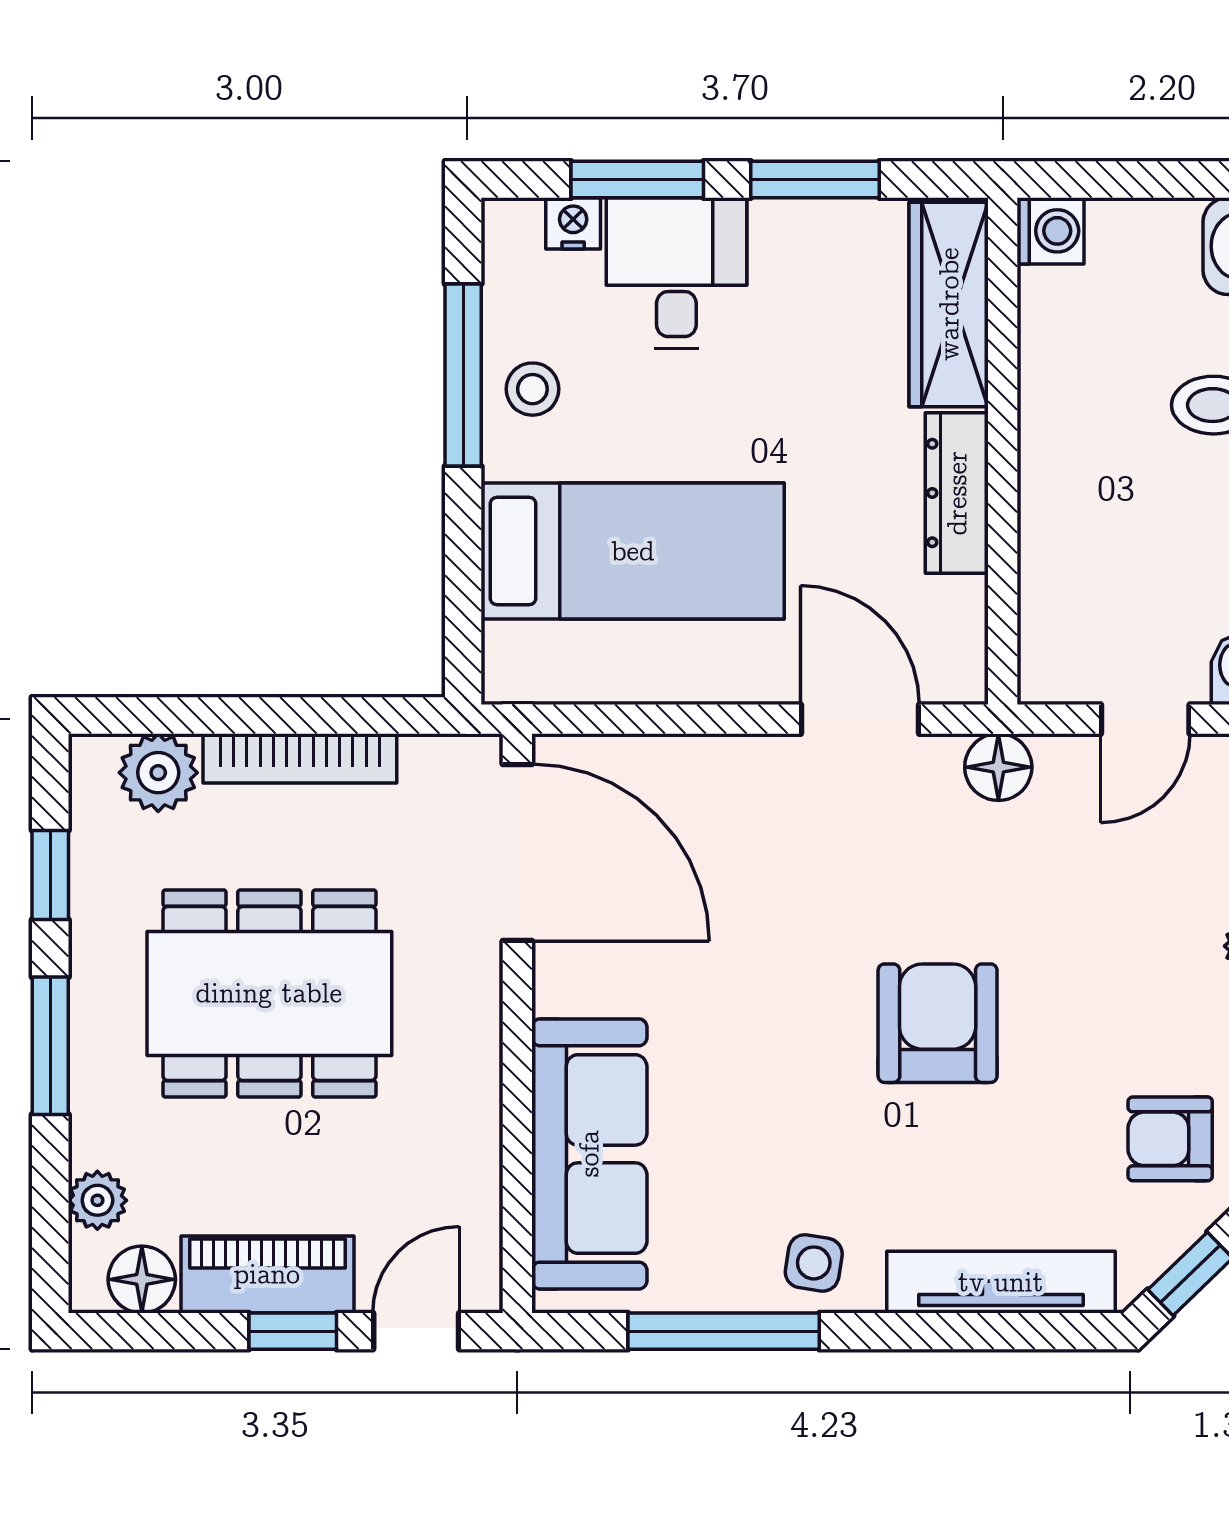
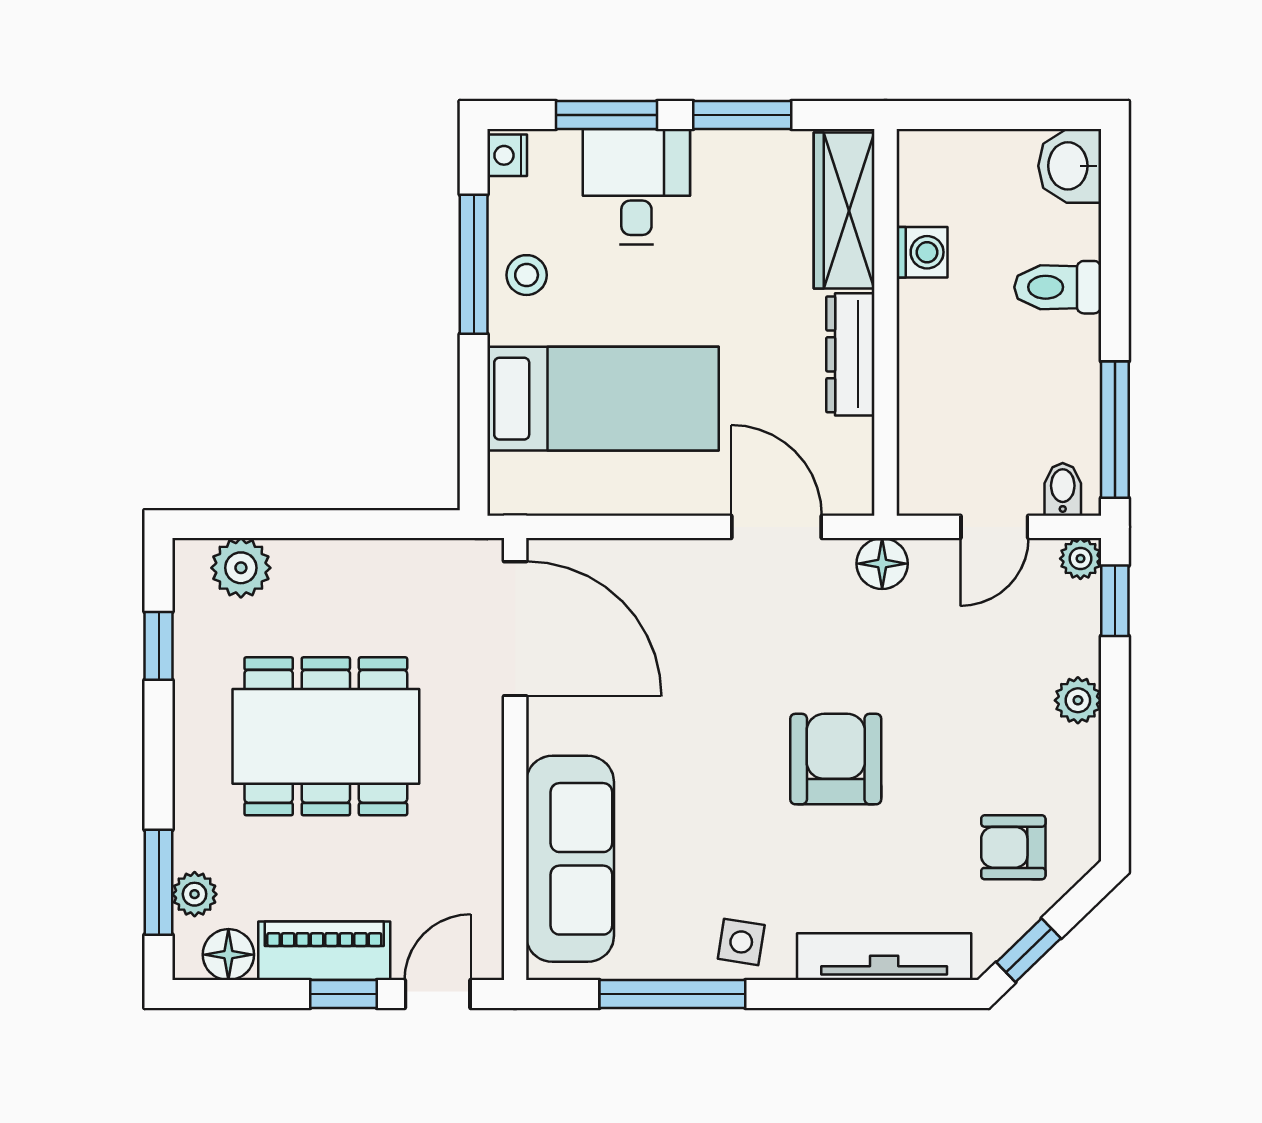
nightstand: (573, 223) -> (507, 155), moved, turned -90
washing machine: (1051, 231) -> (922, 252), moved
bookcase: (300, 758) -> (349, 557), removed
window: (50, 1046) -> (159, 882), moved

